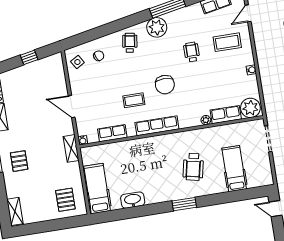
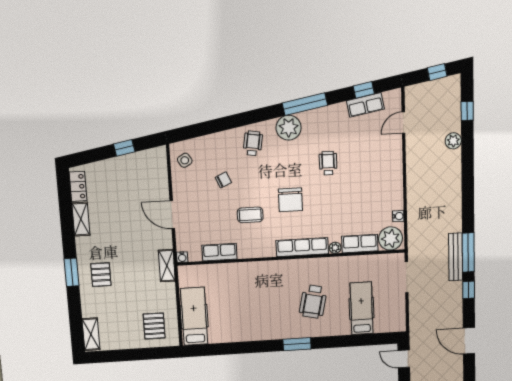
coffee table: (227, 42) -> (373, 156), removed
chair: (99, 56) -> (223, 180), moved
water cooler: (251, 70) -> (398, 216), moved
row of seats: (157, 126) -> (302, 247), moved
washbasin: (133, 200) -> (236, 334), removed

